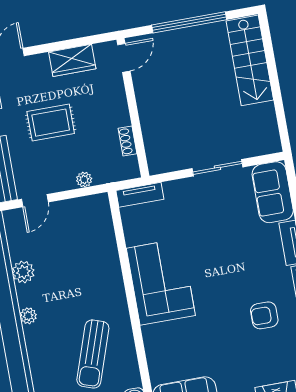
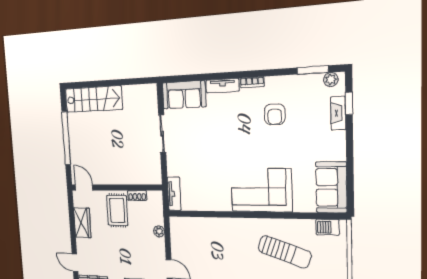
rug: (51, 123) -> (117, 210), moved
corner sofa: (161, 282) -> (261, 190), moved

